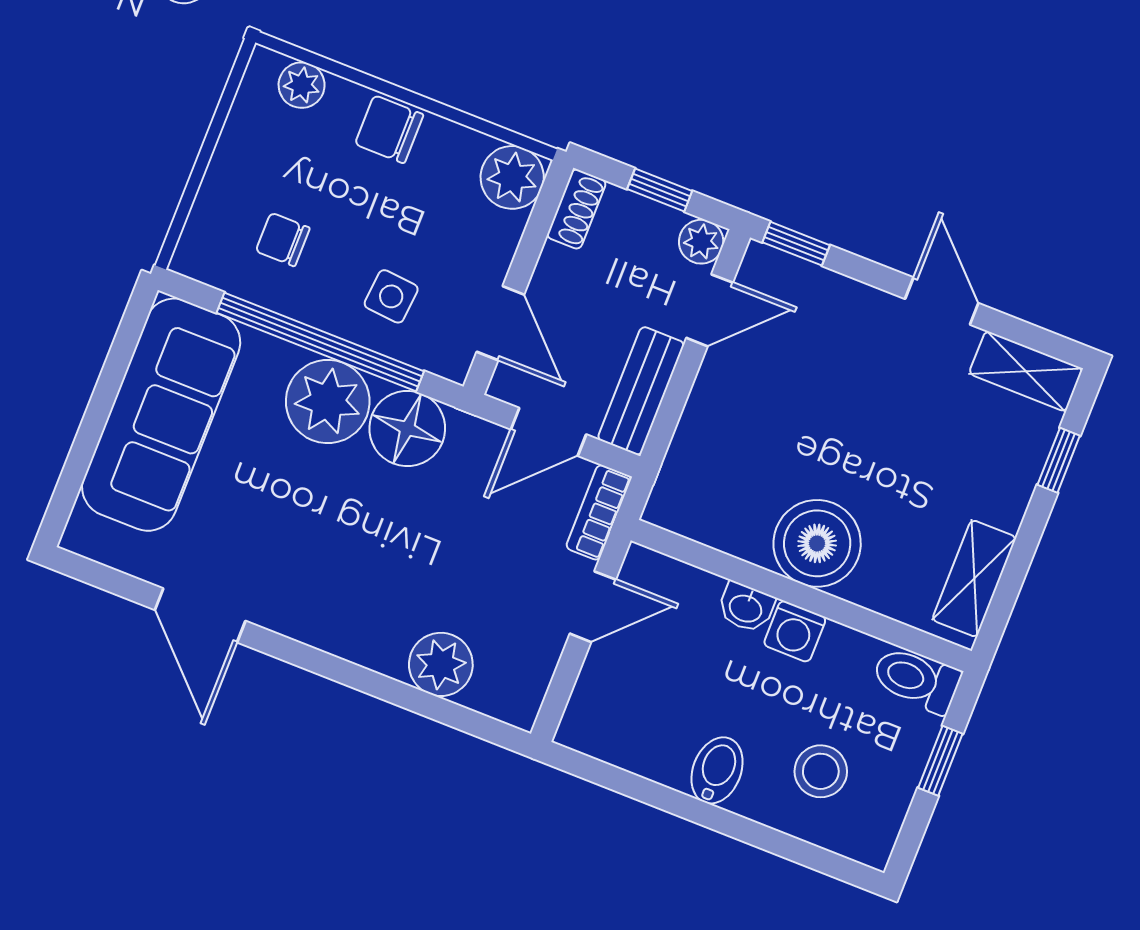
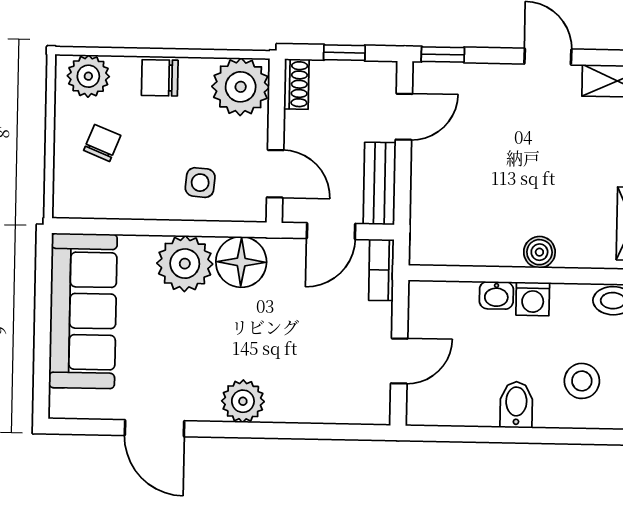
plant: (302, 85) -> (88, 76), width x1.38, depth x1.38
plant: (512, 177) -> (241, 87), width x1.36, depth x1.36
chair: (283, 240) -> (102, 143), moved, turned 112
plant: (701, 242) -> (382, 76), removed
window: (320, 342) -> (166, 228), removed
boiler: (817, 543) -> (539, 252), width x0.54, depth x0.54
door: (593, 607) -> (399, 361), moved
plant: (441, 664) -> (243, 401), moved

